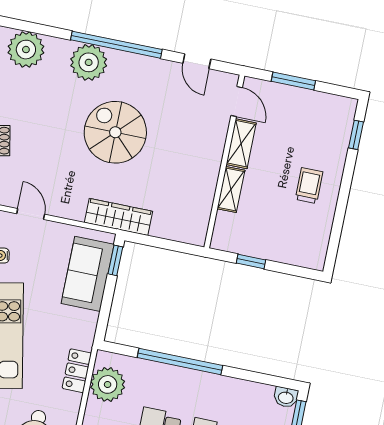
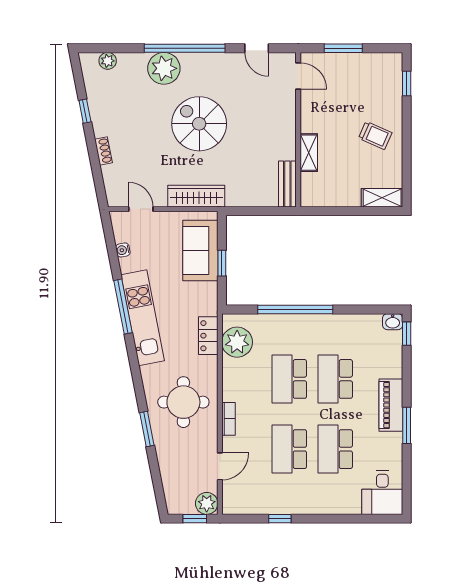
plant: (26, 50) -> (108, 61), width x0.53, depth x0.53
shelving: (241, 144) -> (382, 198), moved, turned 90
trolley: (309, 186) -> (375, 135), turned 114
wardrobe: (119, 217) -> (196, 196), moved
bench: (200, 220) -> (287, 184), added
window: (115, 260) -> (222, 263), moved
window: (251, 262) -> (339, 211), removed

